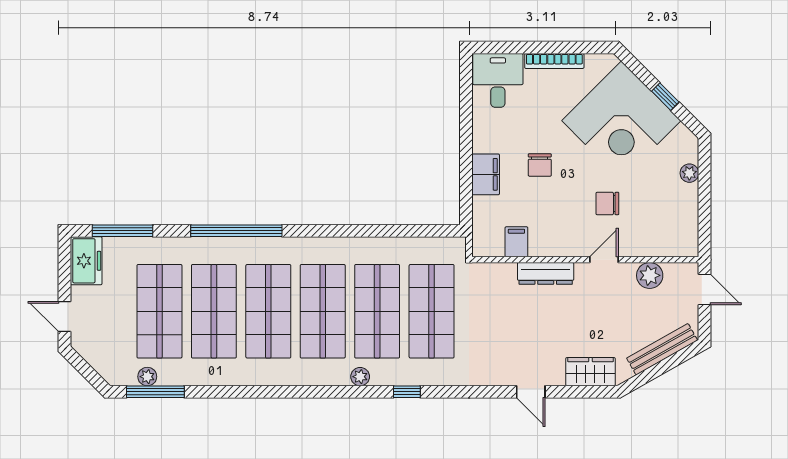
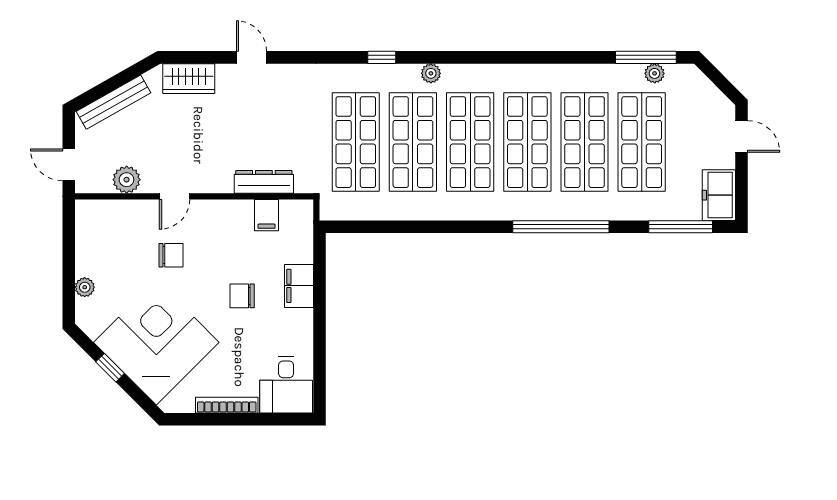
chair: (540, 165) -> (242, 296), turned -90
dresser: (546, 273) -> (264, 182), moved

